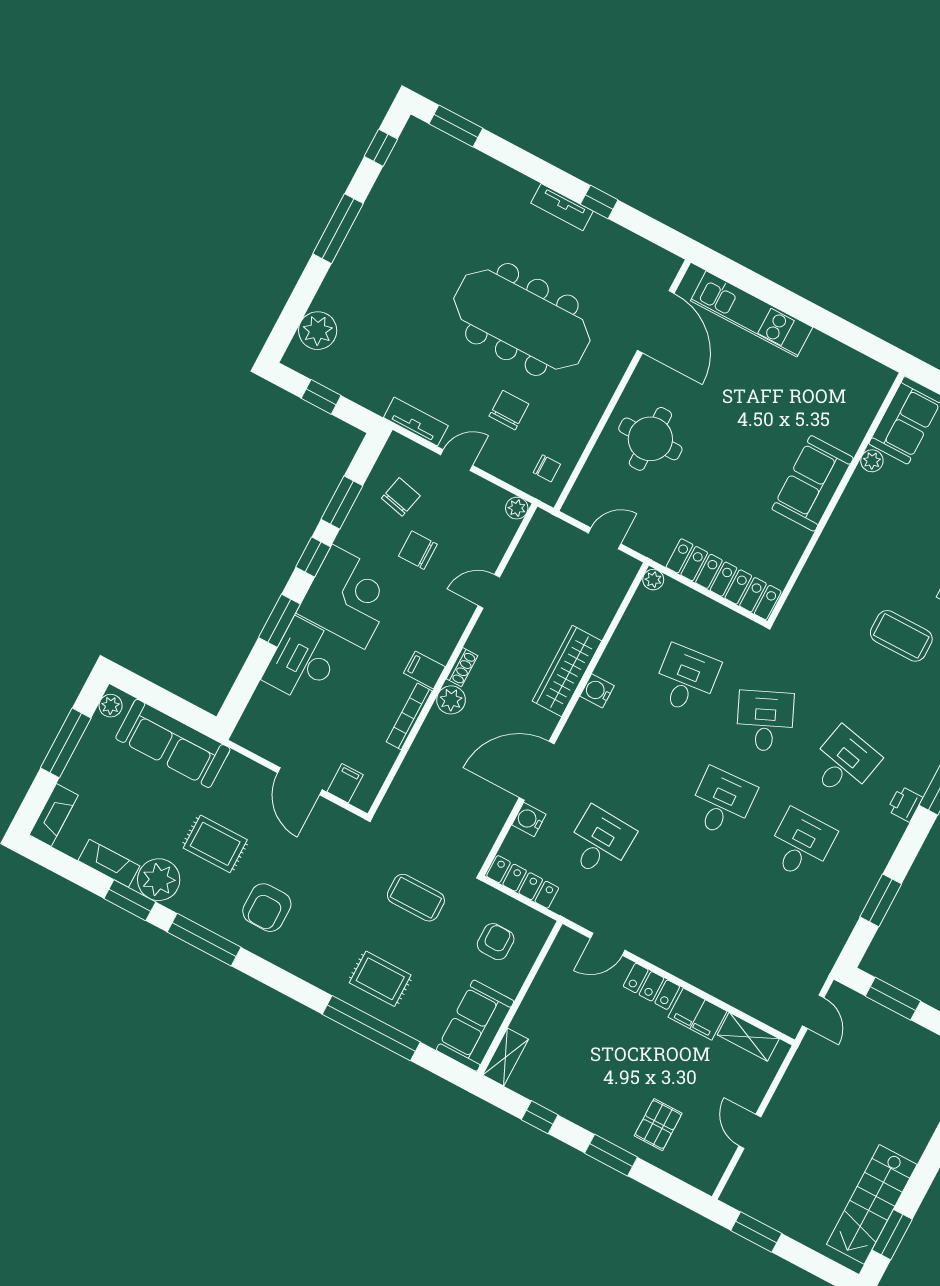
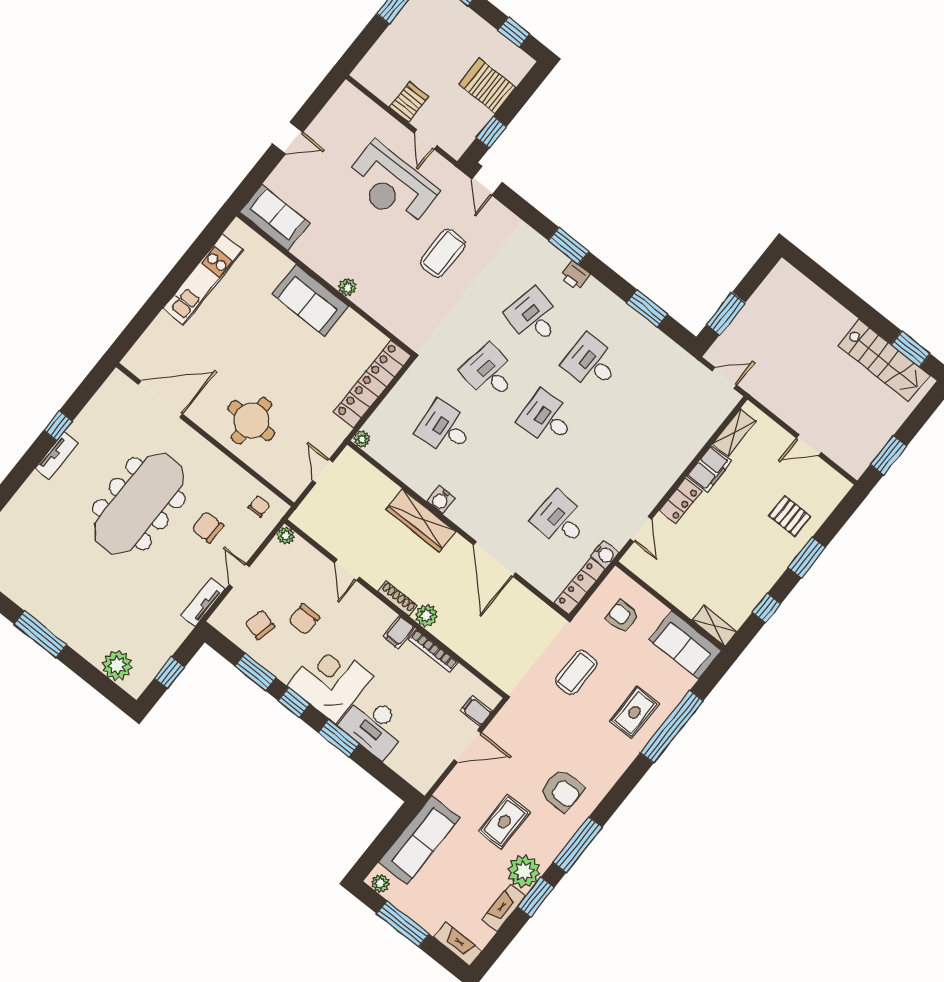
kitchen unit: (752, 314) -> (203, 279), moved
plant: (872, 461) -> (347, 287), moved
shoe rack: (462, 667) -> (398, 598), width x1.43
desk: (765, 721) -> (489, 373), turned 33
water cooler: (529, 820) -> (605, 554), moved, turned -90

